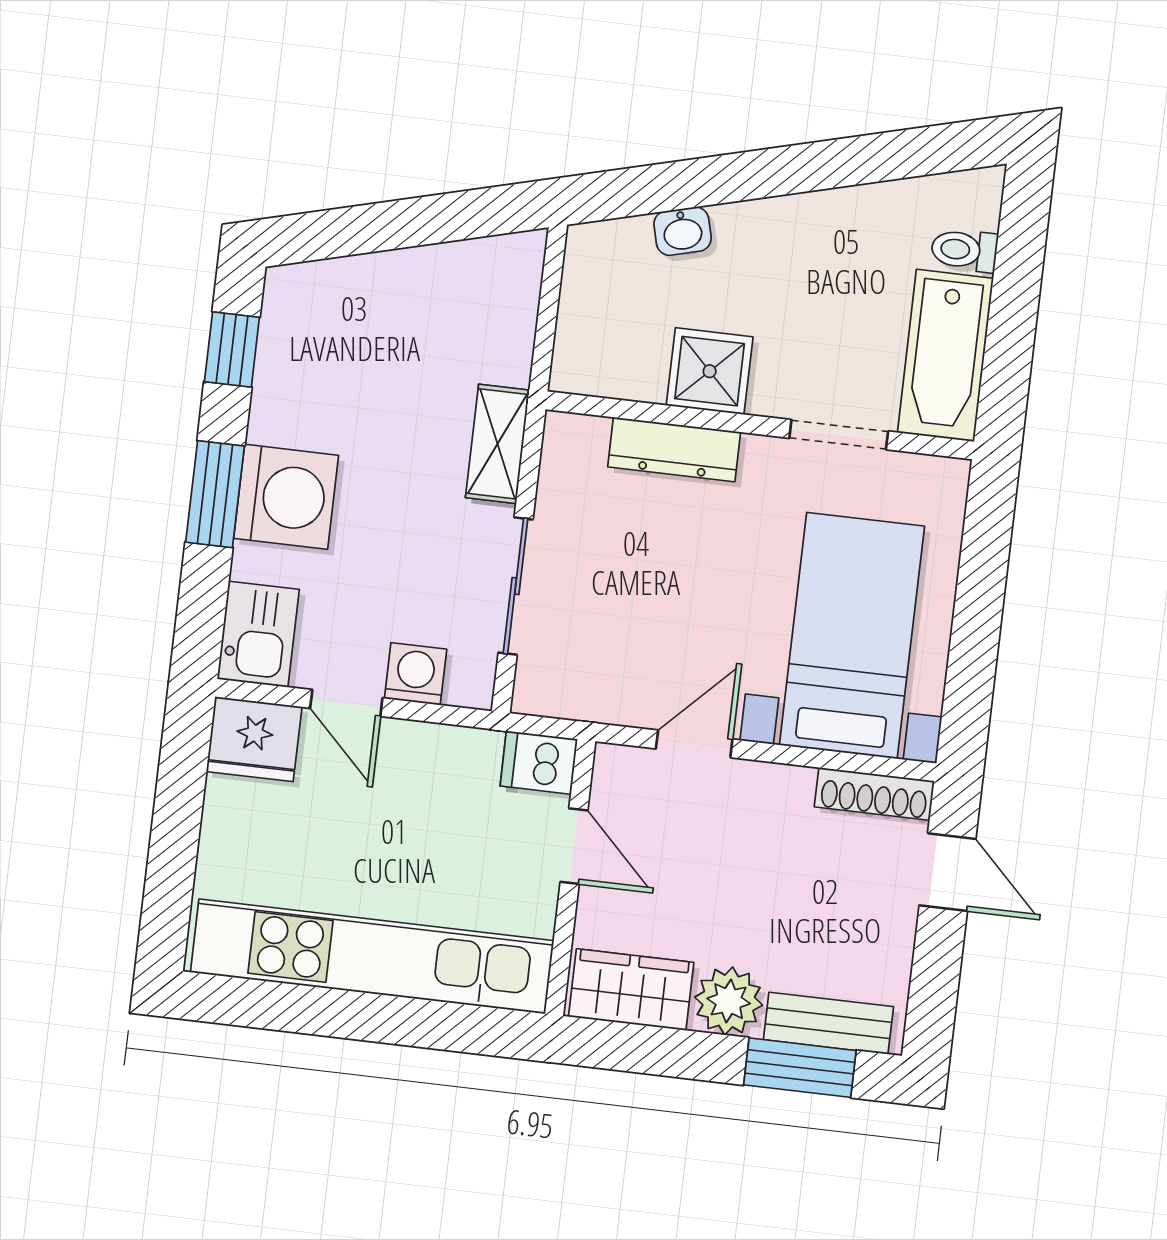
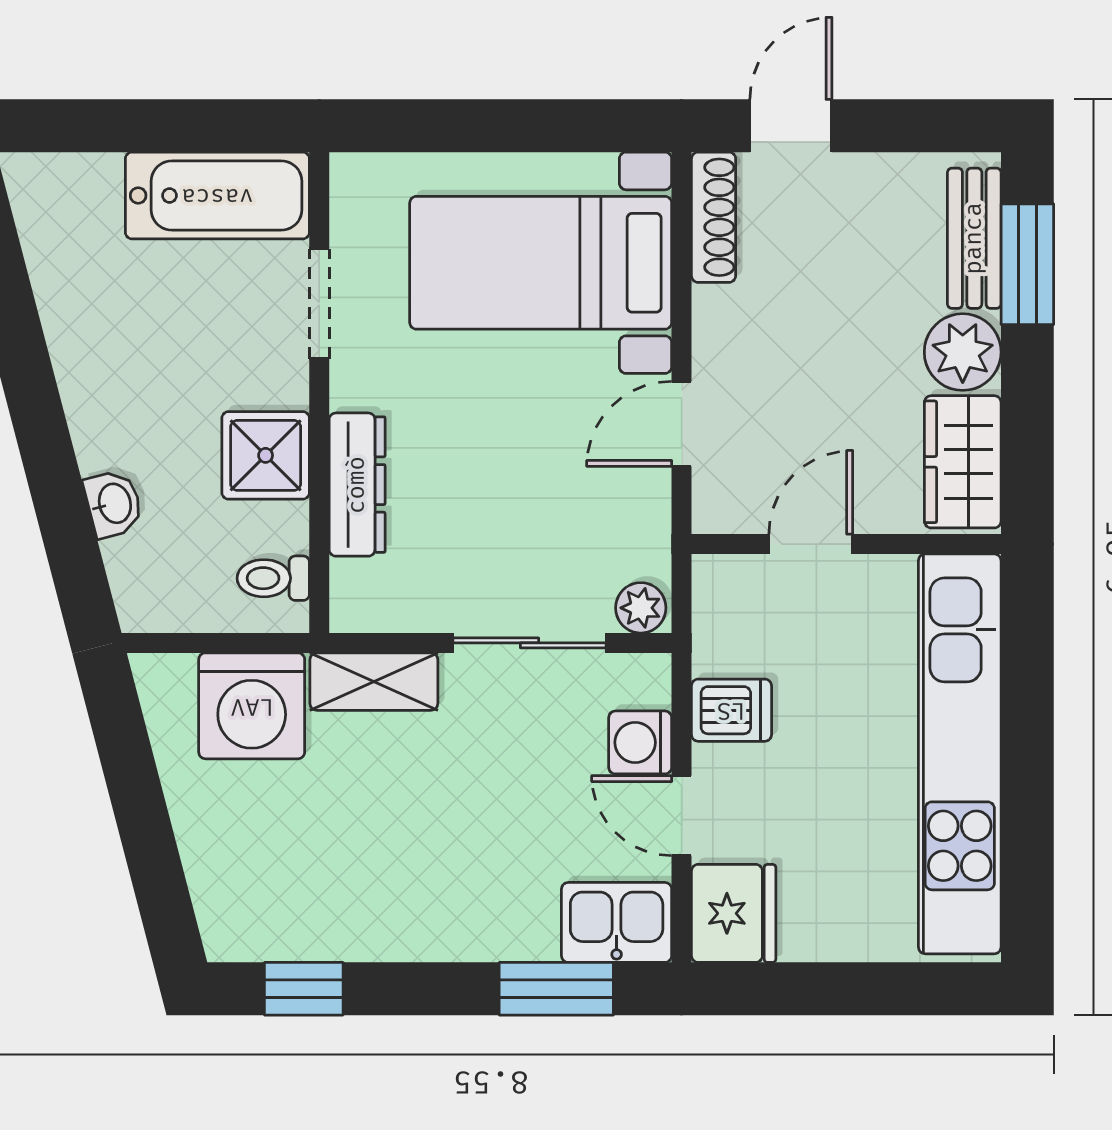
toilet: (964, 250) -> (273, 578), moved, turned 90
window: (215, 494) -> (556, 989), moved
washing machine: (286, 497) -> (252, 706), moved, turned 180
plant: (535, 688) -> (641, 608), added
door: (346, 703) -> (682, 816), swing flipped
door: (694, 744) -> (682, 424), hinge flipped
dishwasher: (539, 763) -> (731, 710), moved, turned -90

